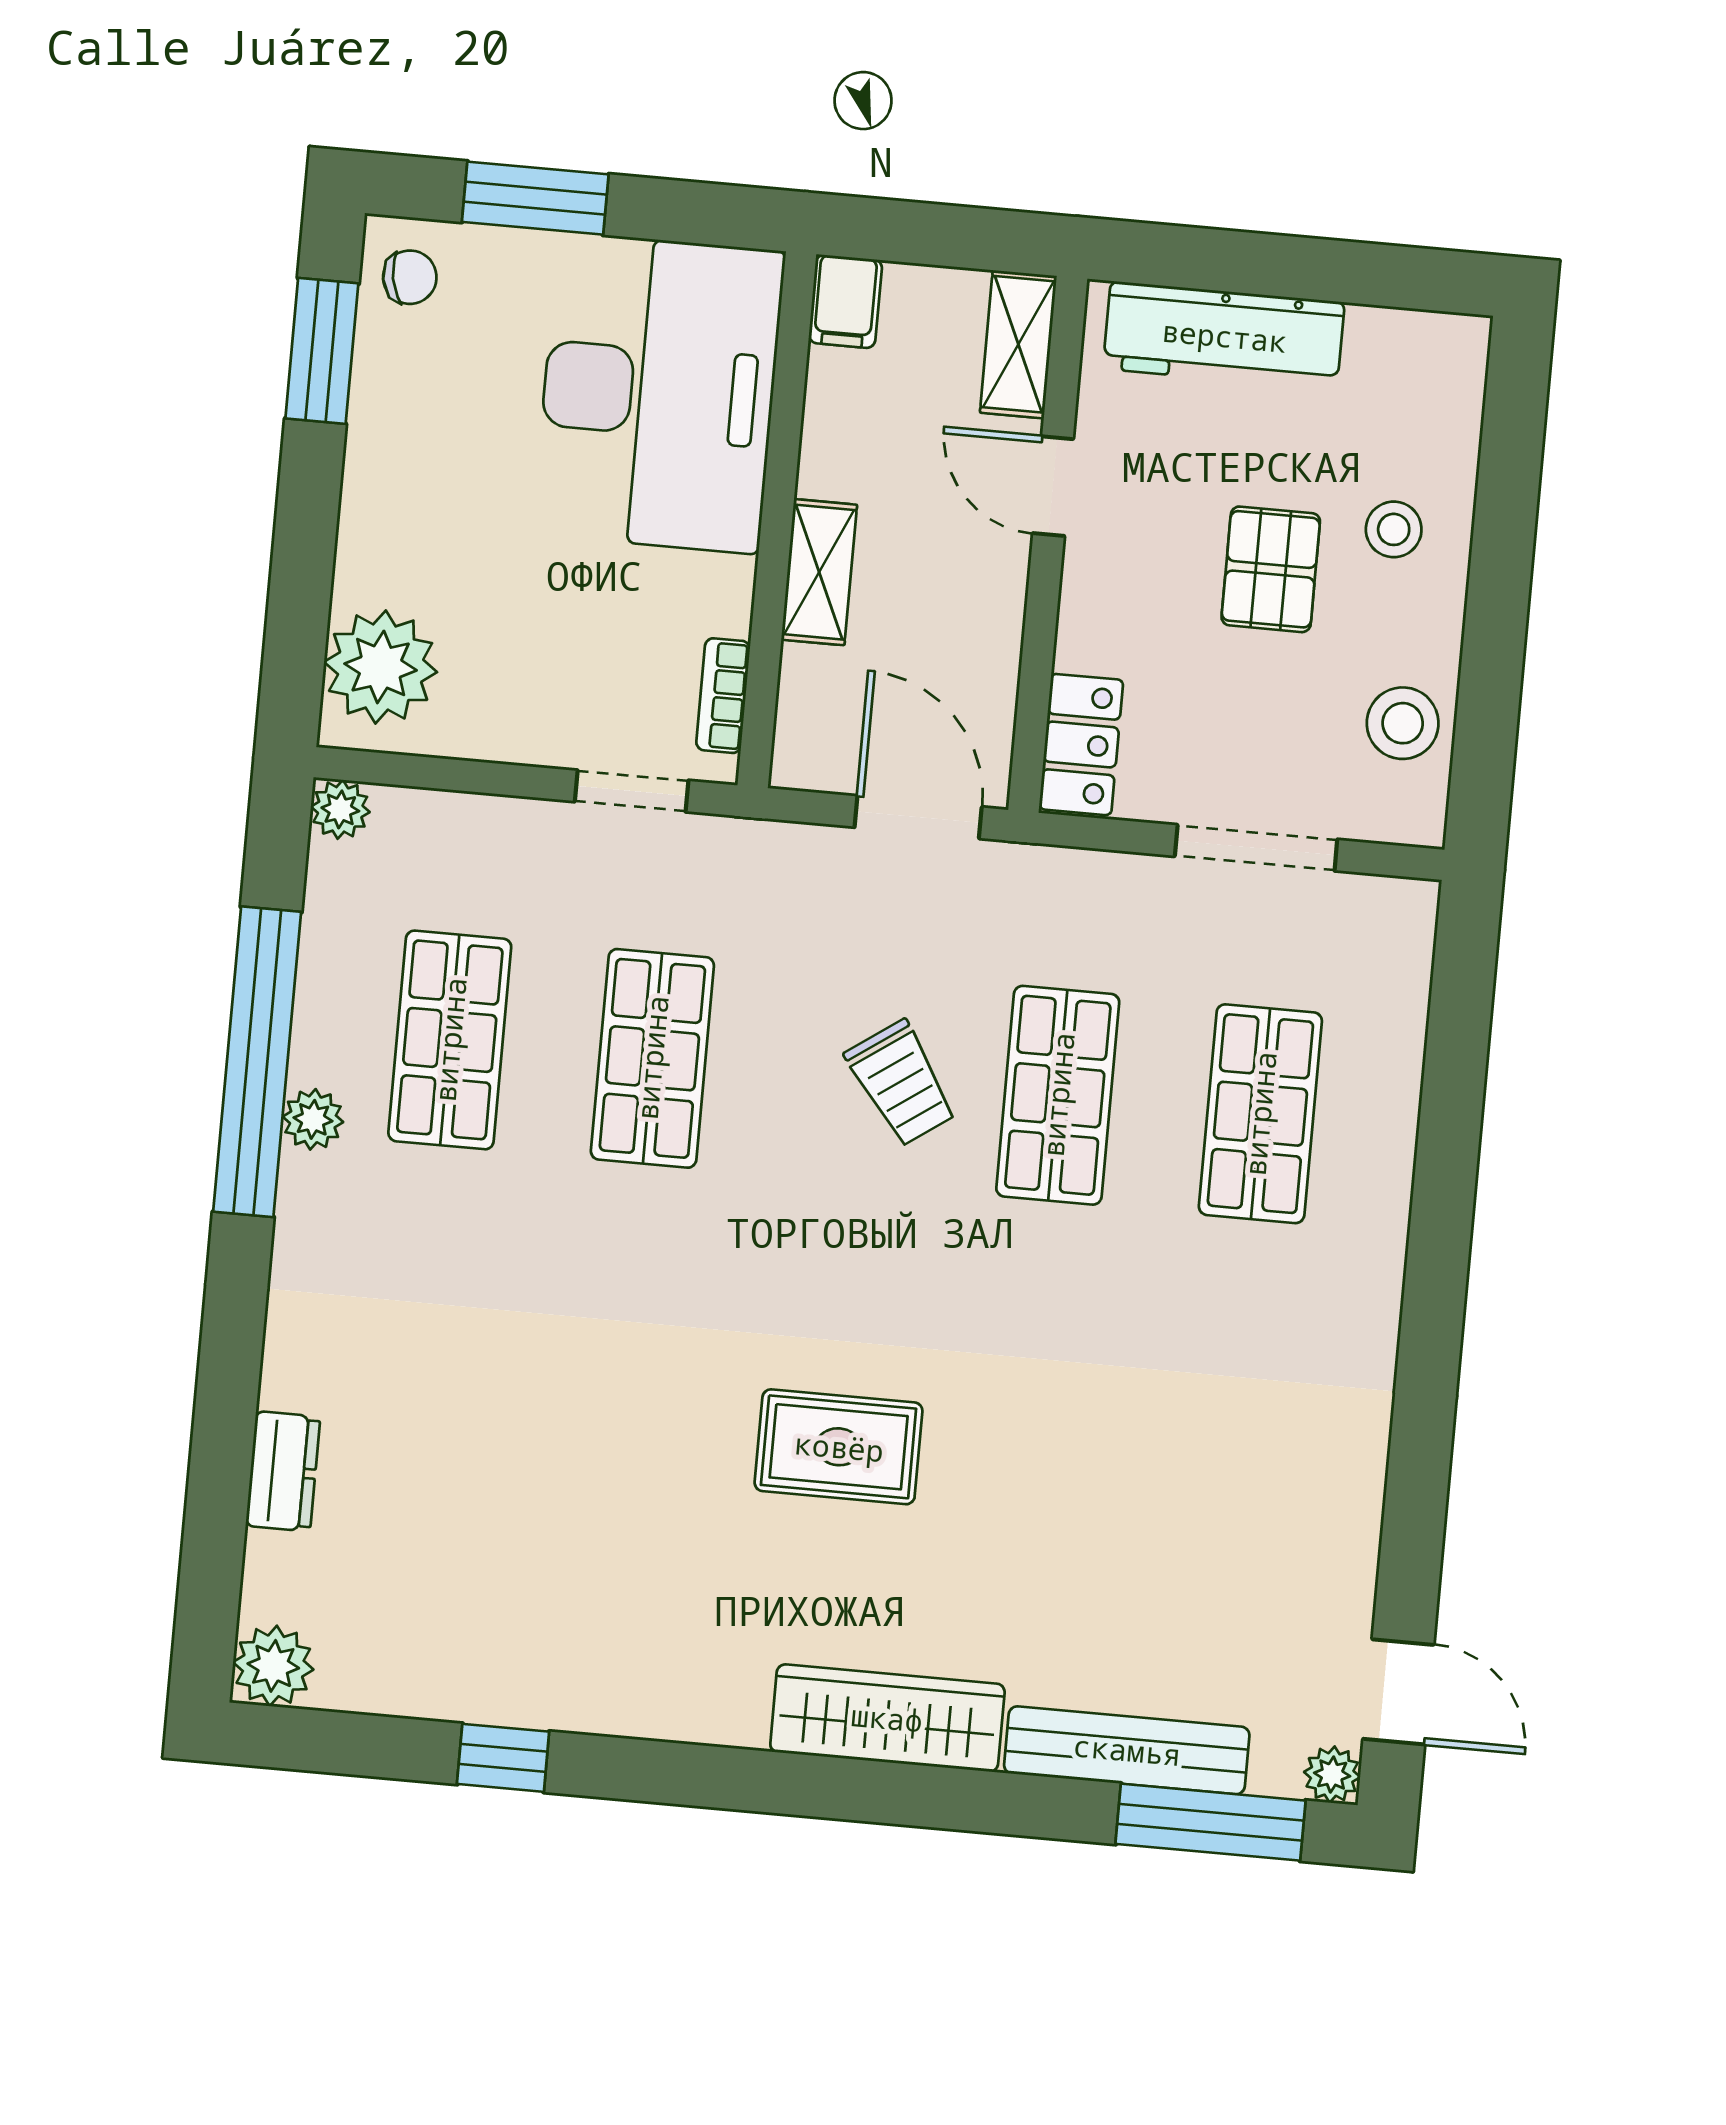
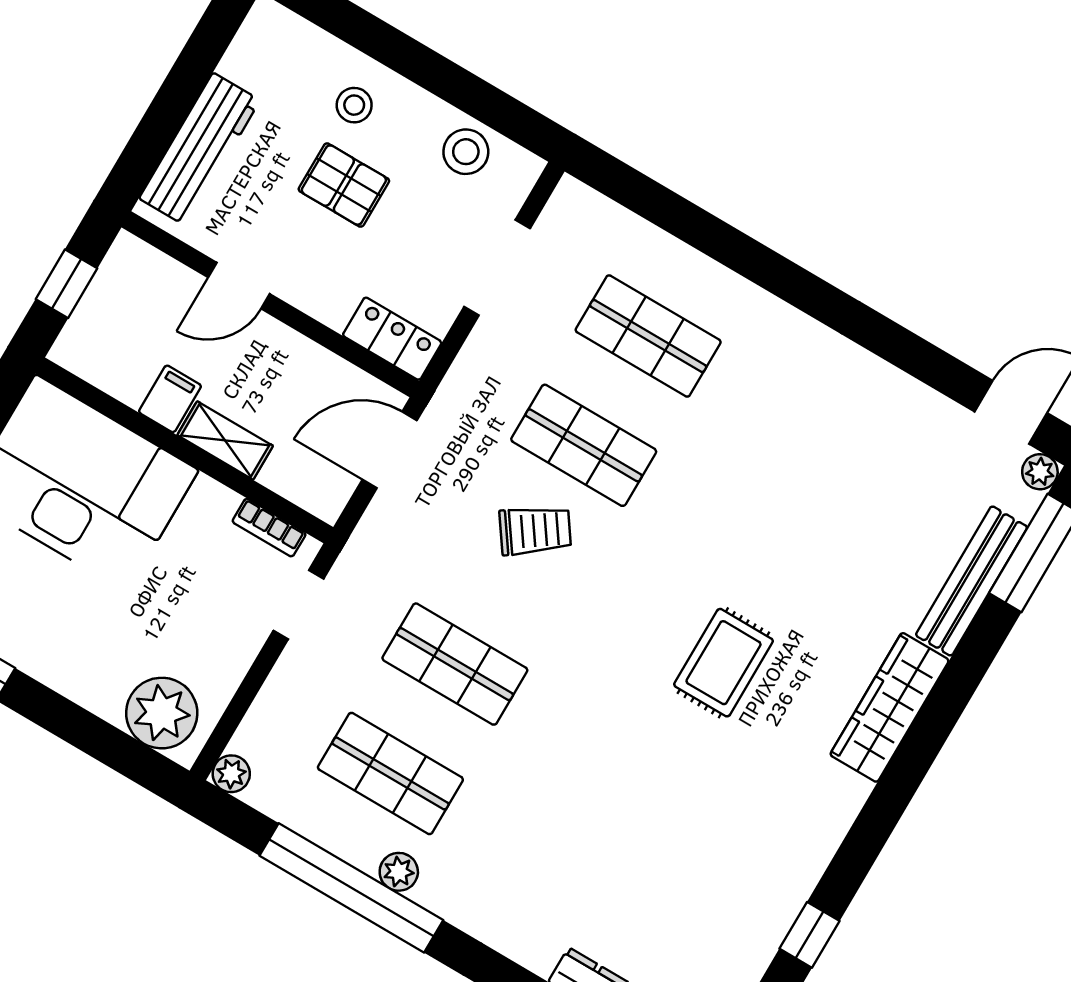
window: (938, 235) -> (66, 284), added
filing cabinet: (845, 301) -> (170, 399), moved, turned -90
shelving: (1018, 344) -> (150, 267), removed

